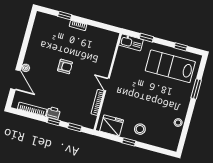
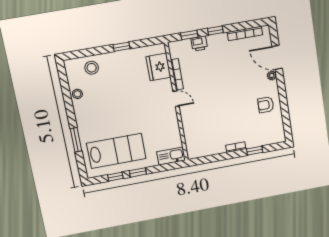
window: (146, 38) -> (138, 172), moved
armchair: (65, 66) -> (266, 105), moved
printer: (53, 113) -> (199, 44), moved
fridge: (112, 125) -> (158, 67), moved, turned 90
stool: (140, 129) -> (92, 68), moved

